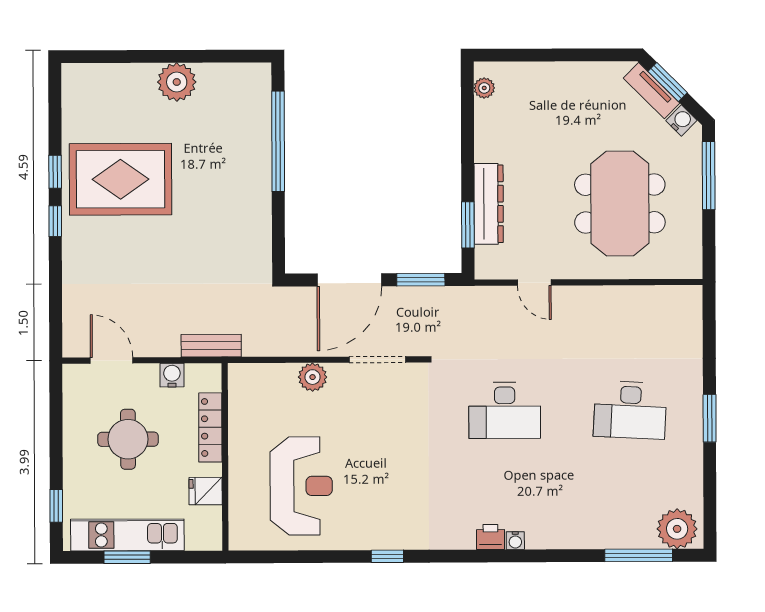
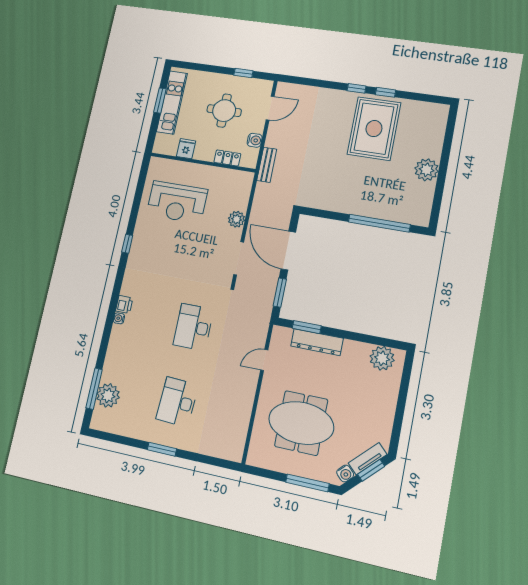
plant: (484, 88) -> (382, 358), width x1.88, depth x1.88
locker: (210, 427) -> (227, 158), width x0.66
window: (56, 506) -> (243, 73), moved
plant: (677, 529) -> (108, 395), moved

